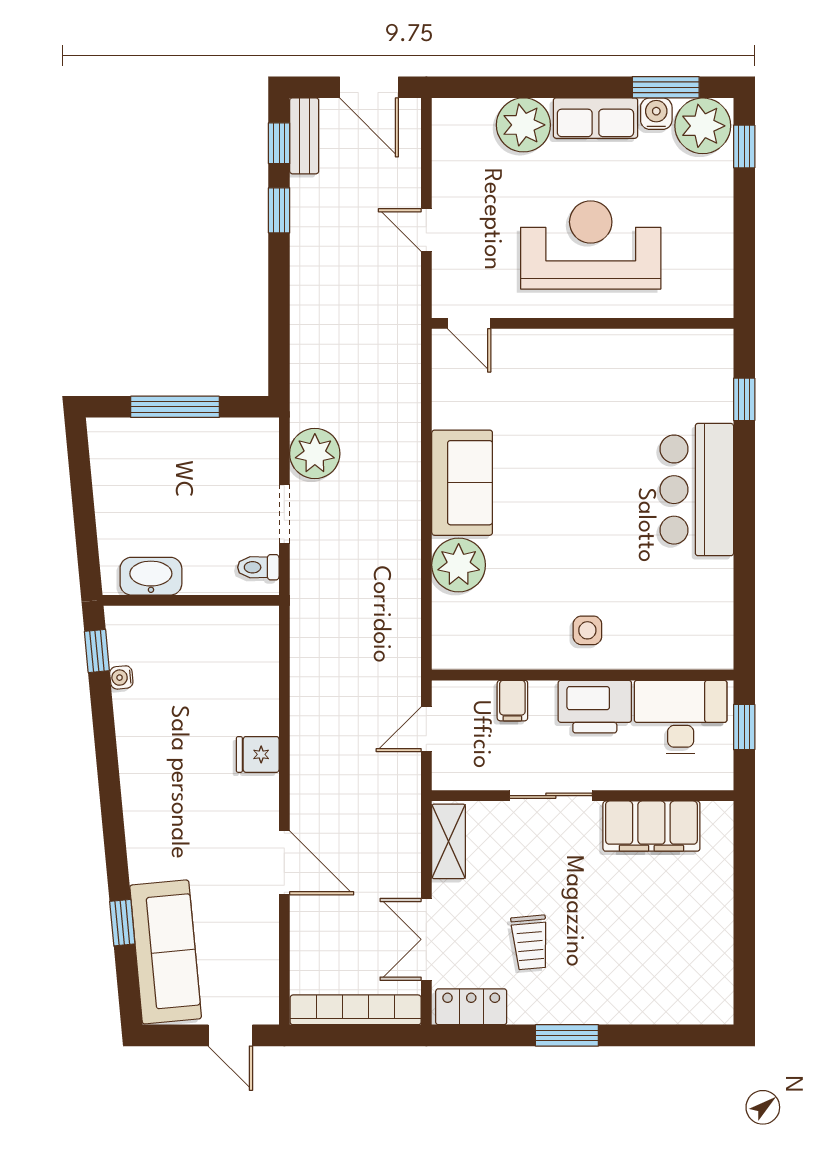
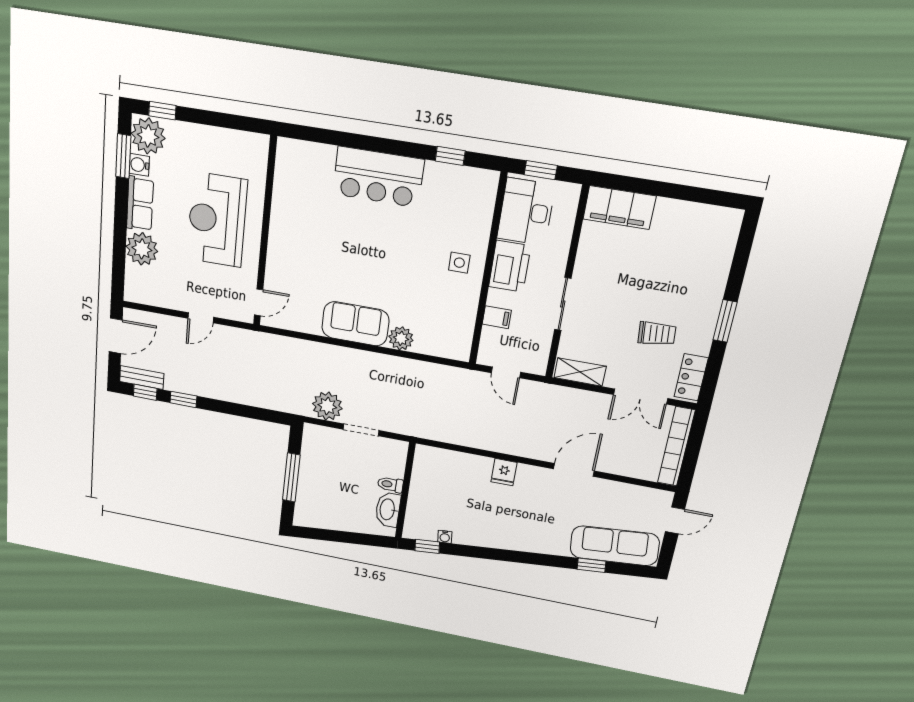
window: (744, 399) -> (450, 156), moved
plant: (459, 565) -> (401, 338), width x0.73, depth x0.73
toilet: (258, 567) -> (390, 484), moved, turned 90
filing cabinet: (651, 826) -> (619, 208), moved, turned 90

